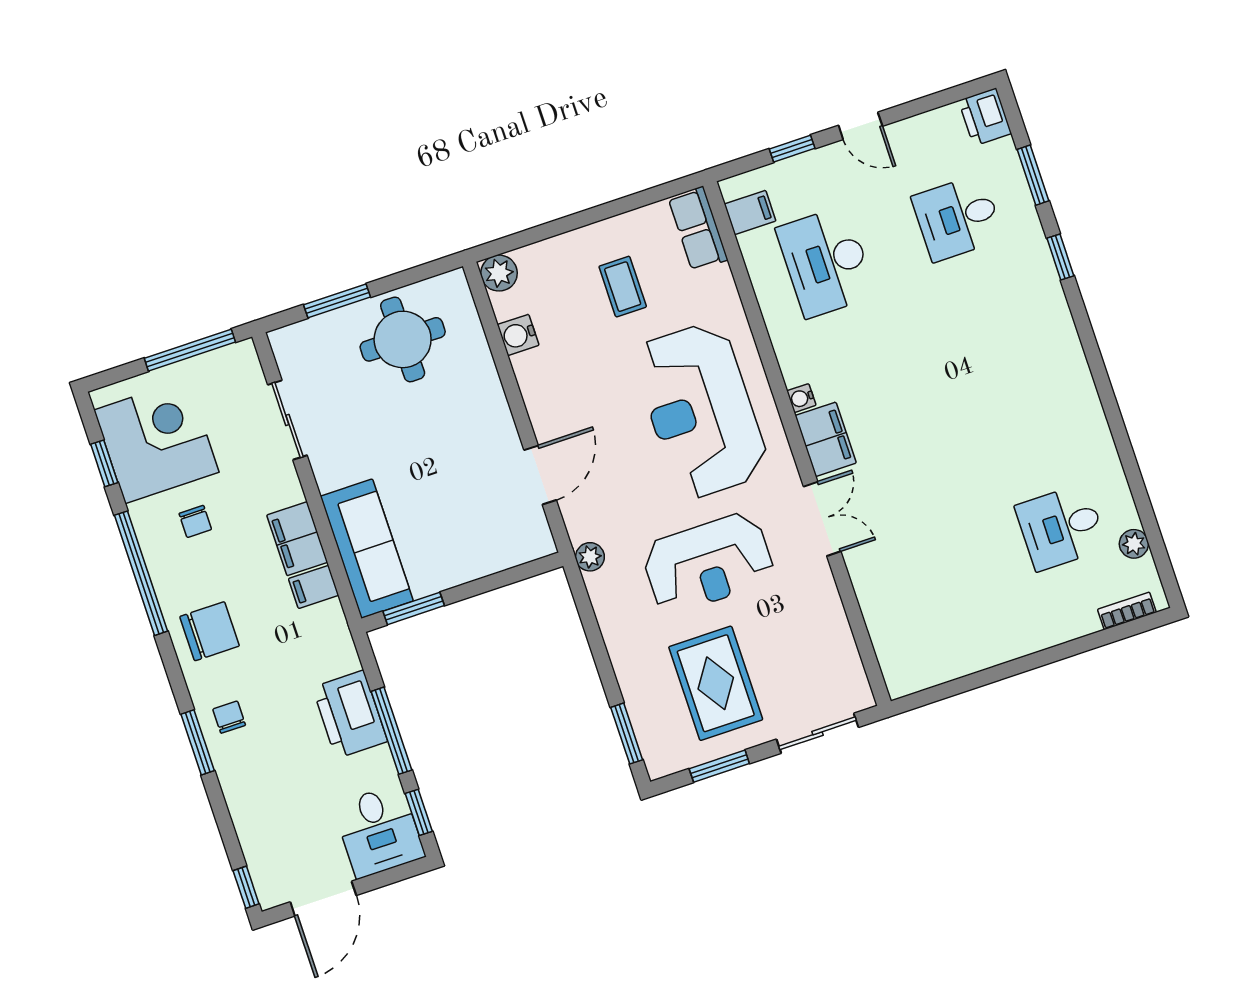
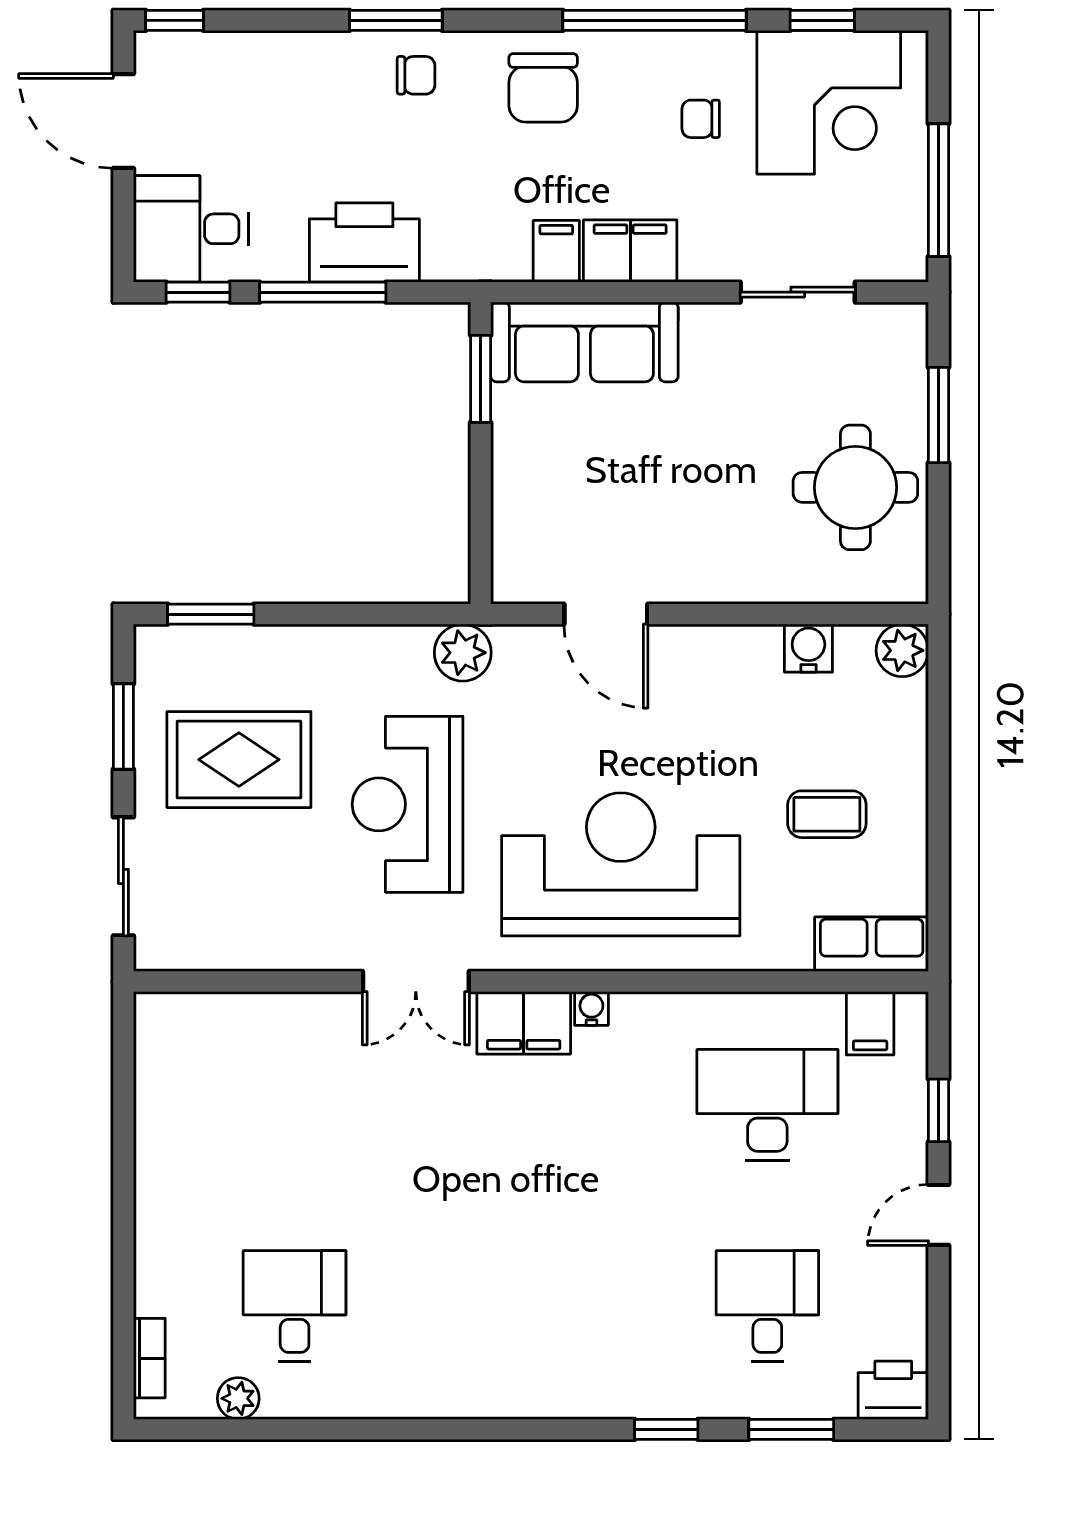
plant: (590, 557) -> (463, 653), width x1.38, depth x1.38

